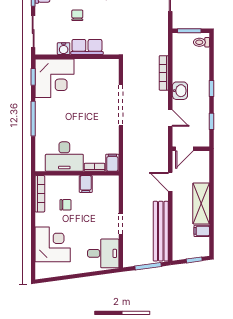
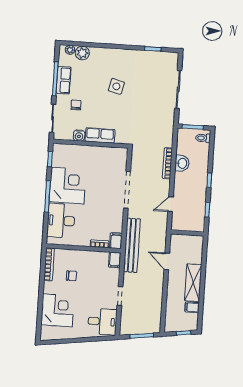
chair: (77, 15) -> (76, 105), moved
corner desk: (55, 78) -> (67, 186), moved, turned -90
washbasin: (180, 91) -> (182, 163), moved
door: (170, 118) -> (171, 204), swing flipped
door: (184, 149) -> (181, 233), removed
desk: (64, 157) -> (61, 221), moved, turned 90
filing cabinet: (86, 184) -> (115, 260), moved
bench: (161, 231) -> (132, 245), moved

